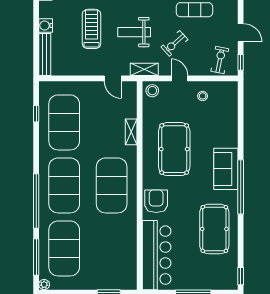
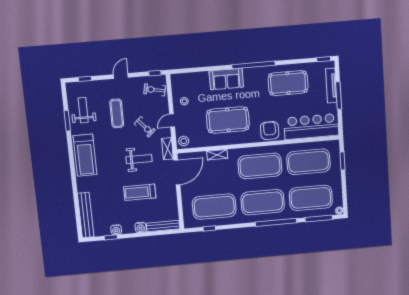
weight bench: (134, 32) -> (139, 159), turned -90
door: (241, 33) -> (121, 76), moved
door: (113, 78) -> (177, 172), width x1.88
sofa: (226, 169) -> (226, 79), moved
armchair: (156, 201) -> (270, 131), turned 90
exercise mat: (112, 248) -> (309, 162), added
tv unit: (207, 284) -> (331, 86), added

